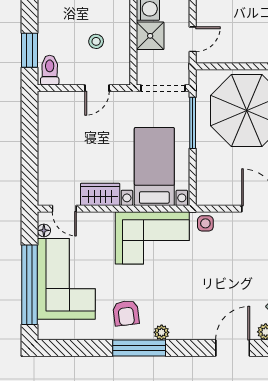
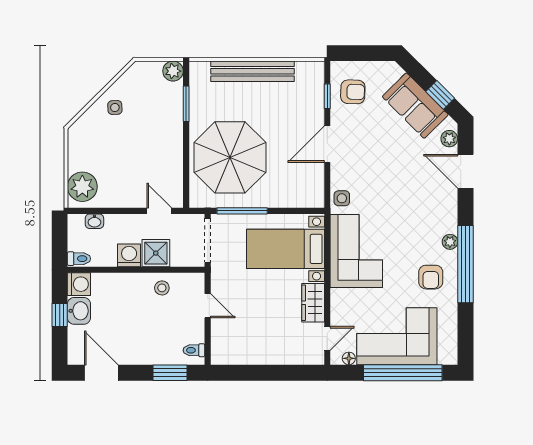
stool: (96, 41) -> (162, 288), moved
toilet: (50, 70) -> (194, 350), width x0.73, depth x0.72
armchair: (126, 313) -> (431, 277), turned 97
window: (139, 348) -> (465, 264), width x1.46

